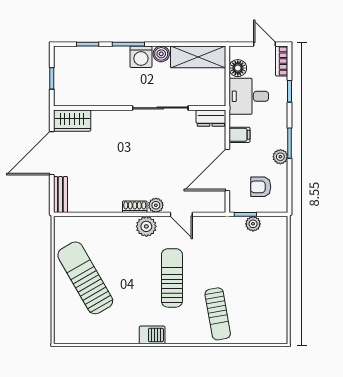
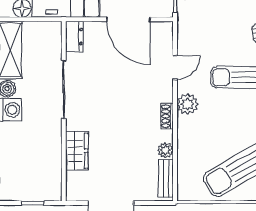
wardrobe: (72, 121) -> (77, 151), moved
bench: (60, 195) -> (166, 178), moved, turned 90
plant: (156, 205) -> (165, 150), moved

